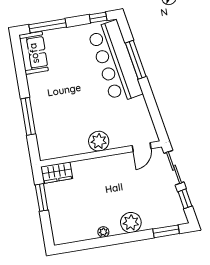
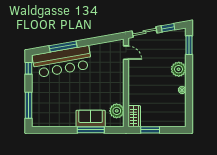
sofa: (34, 53) -> (91, 118), moved
plant: (99, 141) -> (117, 111), moved

